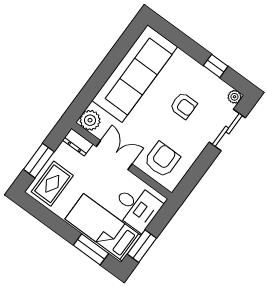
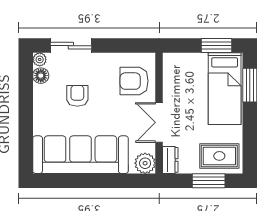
window: (216, 66) -> (26, 93), removed
floor lamp: (221, 88) -> (41, 76), added
desk: (137, 207) -> (188, 73), removed

